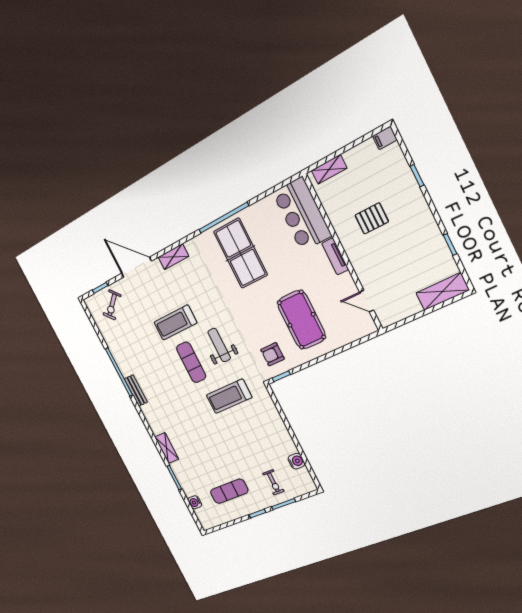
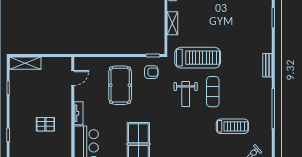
door: (367, 301) -> (73, 78), hinge flipped
treadmill: (175, 323) -> (232, 126), moved
bench: (136, 390) -> (267, 65), moved
treadmill: (229, 396) -> (198, 58), width x1.37, depth x1.38
shelving: (167, 448) -> (172, 23), moved

